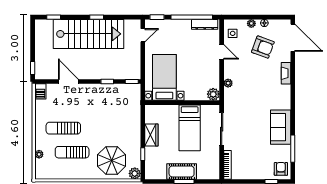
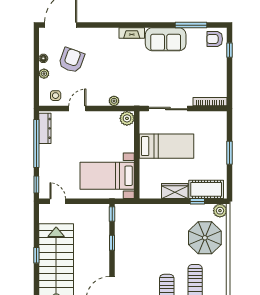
fireplace: (286, 73) -> (132, 33), moved
cot: (182, 171) -> (206, 189), moved, turned 90

